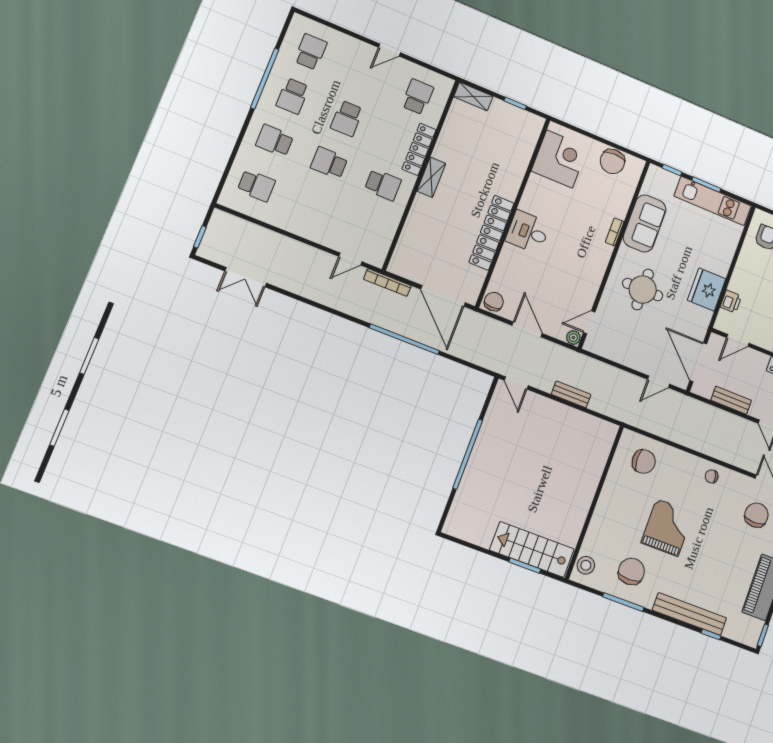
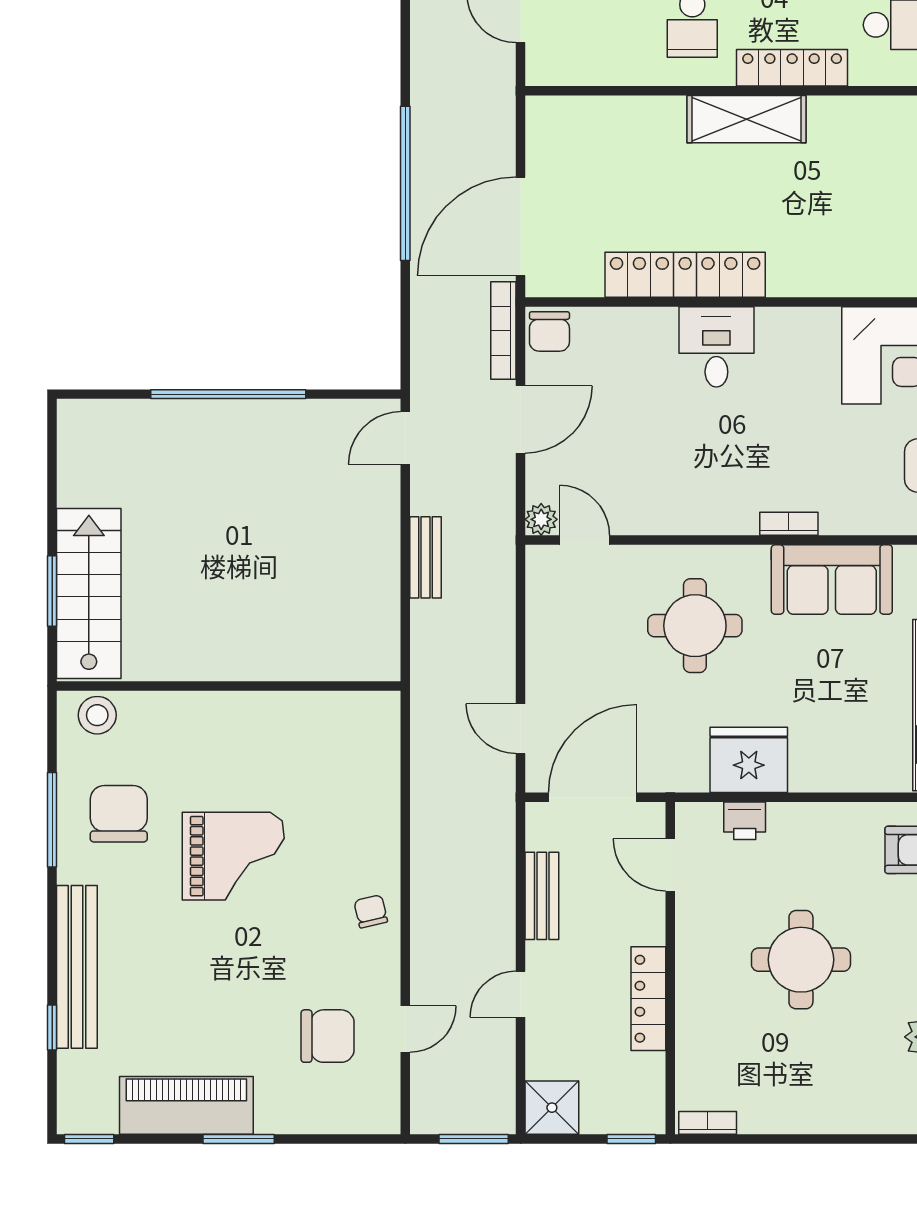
shelving: (431, 177) -> (747, 119), width x1.50, depth x1.33
bookcase: (387, 282) -> (503, 331), moved
chair: (494, 302) -> (549, 331), turned 90
chair: (644, 462) -> (348, 758), removed
chair: (631, 571) -> (119, 814), turned -90

